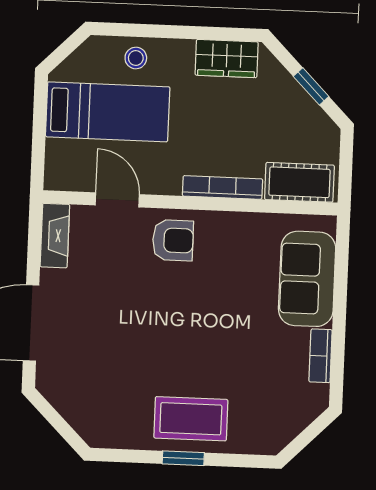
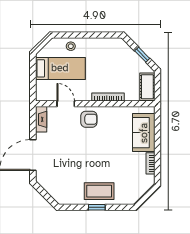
wardrobe: (227, 59) -> (108, 45), removed
cot: (299, 182) -> (147, 87), moved, turned 90

